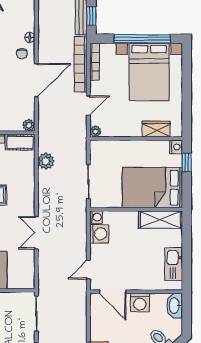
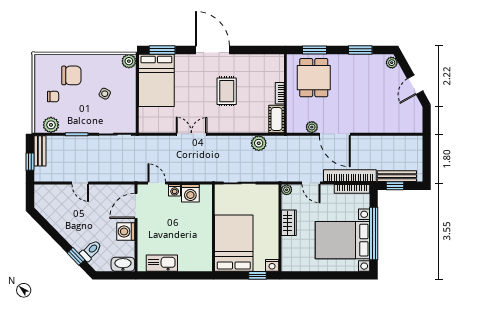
floor lamp: (30, 37) -> (375, 128), removed
chair: (22, 54) -> (360, 121), removed
plant: (29, 125) -> (312, 127), moved
wardrobe: (156, 129) -> (289, 223), moved
washing machine: (96, 217) -> (175, 190), moved
shelving: (160, 220) -> (204, 251), removed

